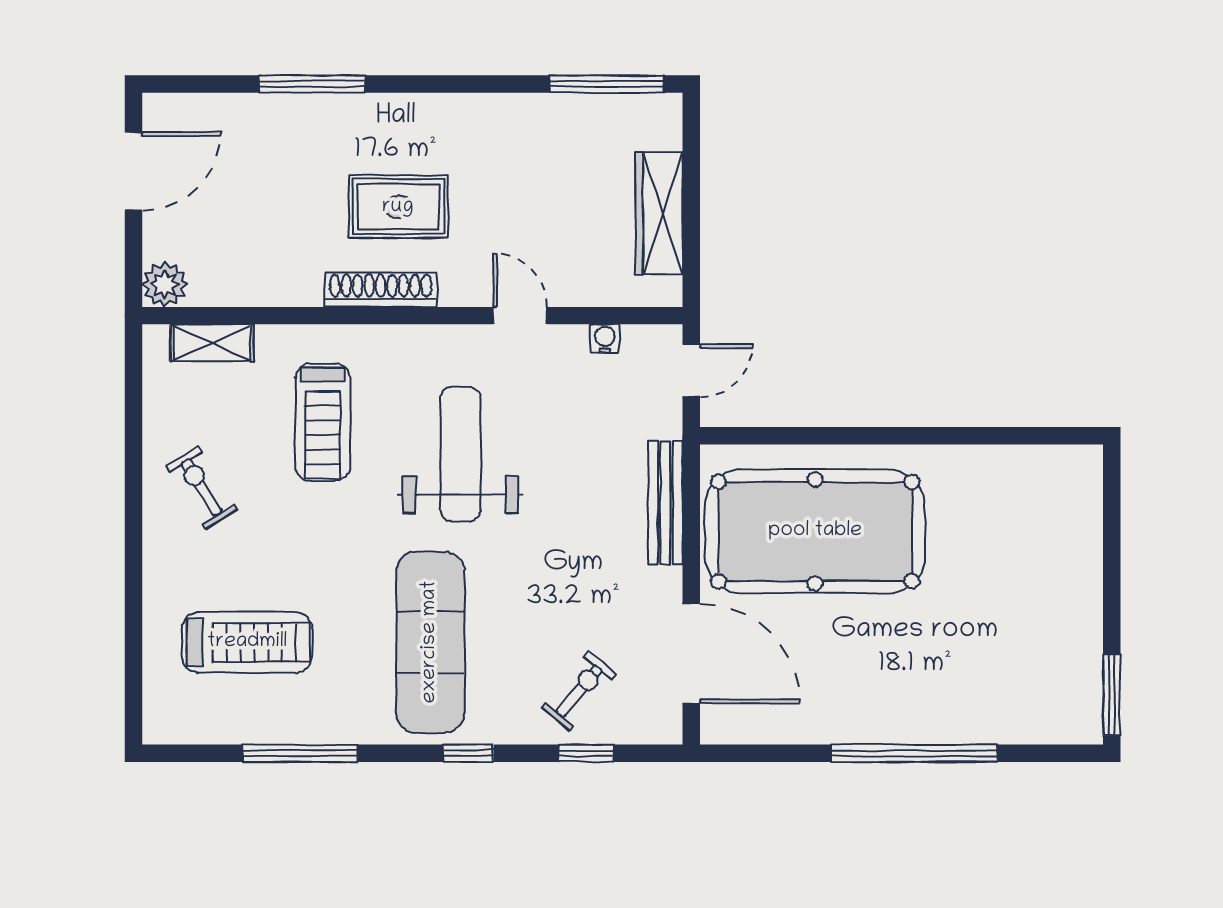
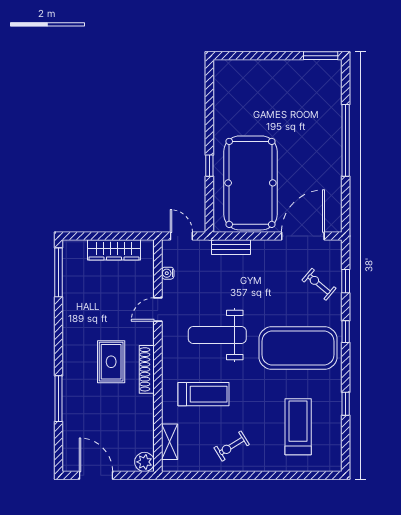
window: (855, 436) -> (209, 166), added
bench: (665, 503) -> (231, 247), width x0.73
exercise mat: (430, 642) -> (298, 348), width x1.47
window: (300, 753) -> (346, 404), width x0.46

